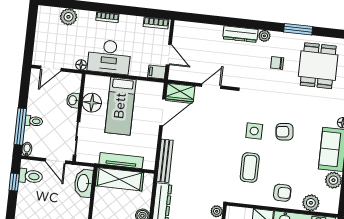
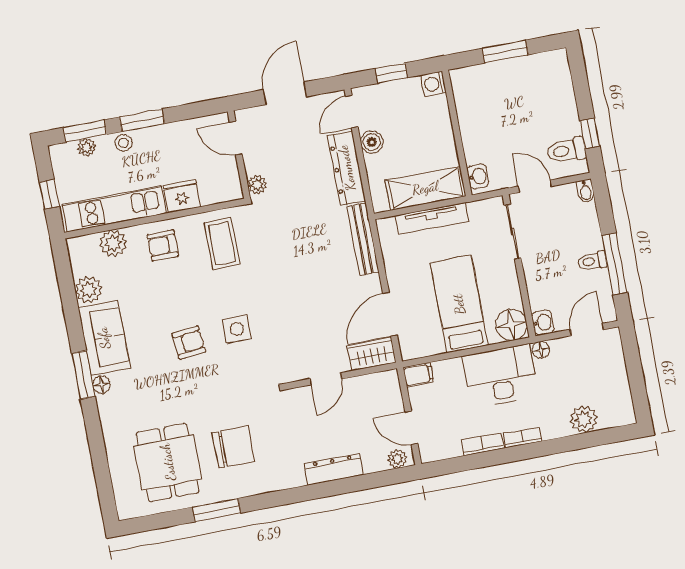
bookcase: (156, 23) -> (482, 444), moved
dresser: (240, 34) -> (334, 469), moved
plant: (264, 36) -> (397, 459), moved
door: (169, 55) -> (411, 428), moved
chair: (277, 63) -> (233, 447), width x1.87, depth x1.87
washbasin: (73, 100) -> (543, 323), moved
floor lamp: (92, 103) -> (511, 325), moved
toilet: (34, 121) -> (592, 261), moved
window: (20, 127) -> (614, 264), moved
coffee table: (250, 168) -> (222, 243), moved
washbasin: (83, 183) -> (478, 176), width x0.52, depth x0.69

